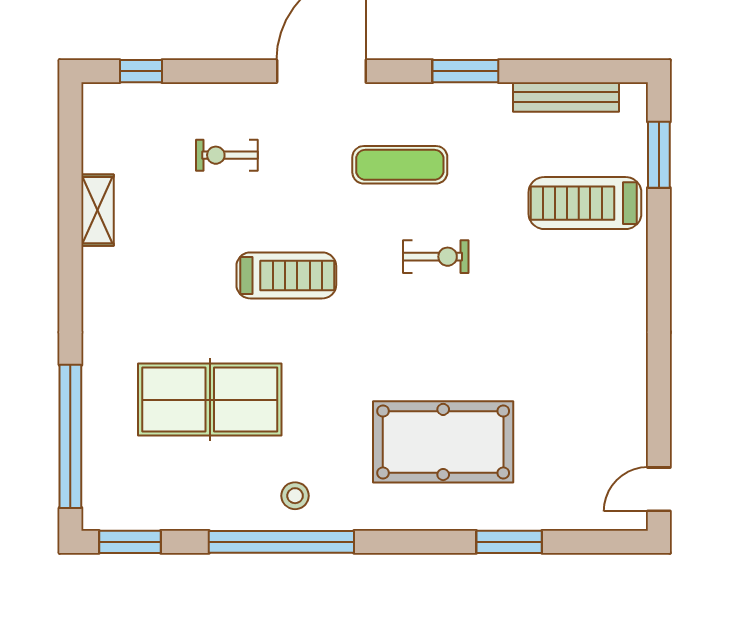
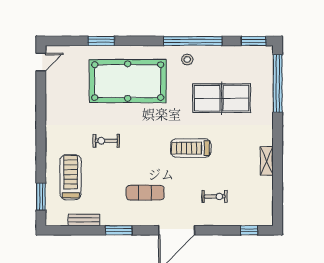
bench: (566, 97) -> (84, 220), width x0.73
treadmill: (585, 203) -> (71, 177), turned -90
shelving: (98, 210) -> (267, 161), moved
exercise bike: (436, 257) -> (106, 141), moved
pool table: (443, 442) -> (128, 81), width x1.36, depth x1.32

